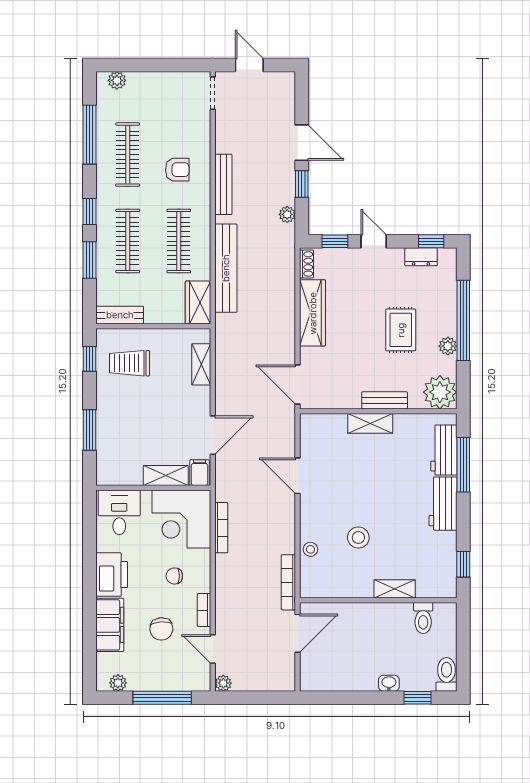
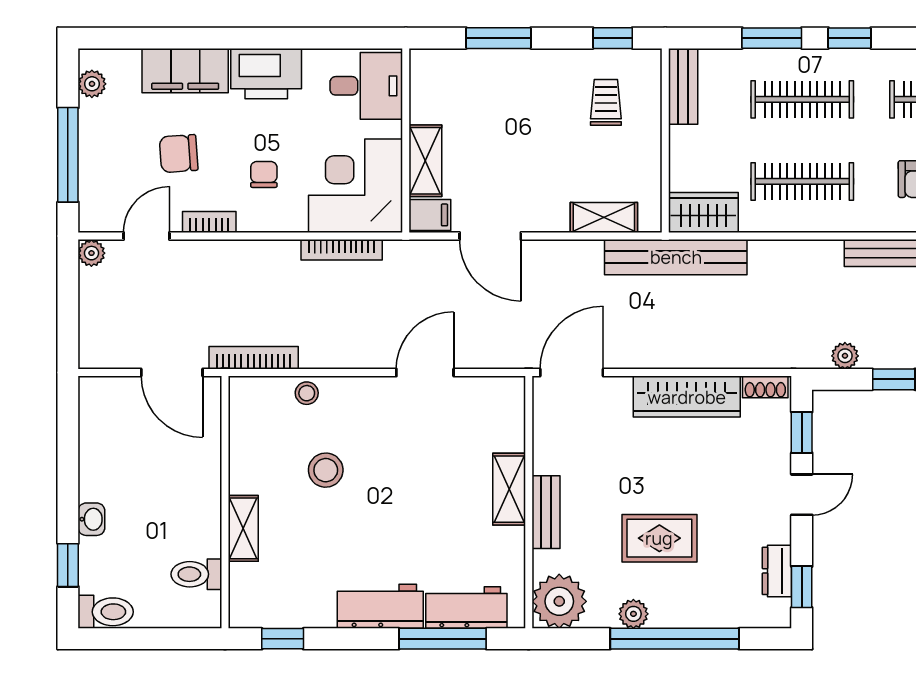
bench: (226, 268) -> (676, 257), moved
trolley: (129, 363) -> (606, 102), width x0.73, depth x0.72

